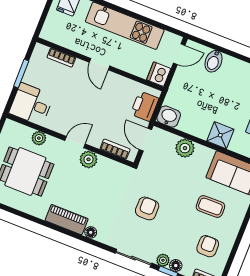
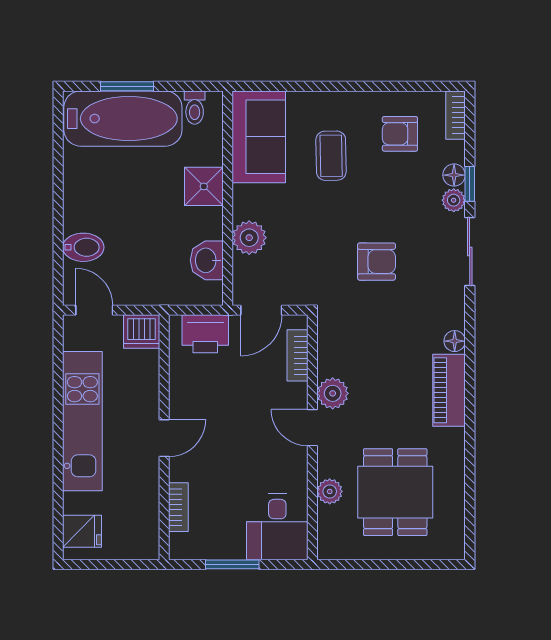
washbasin: (169, 117) -> (207, 260), moved
armchair: (147, 208) -> (376, 262), turned 180

